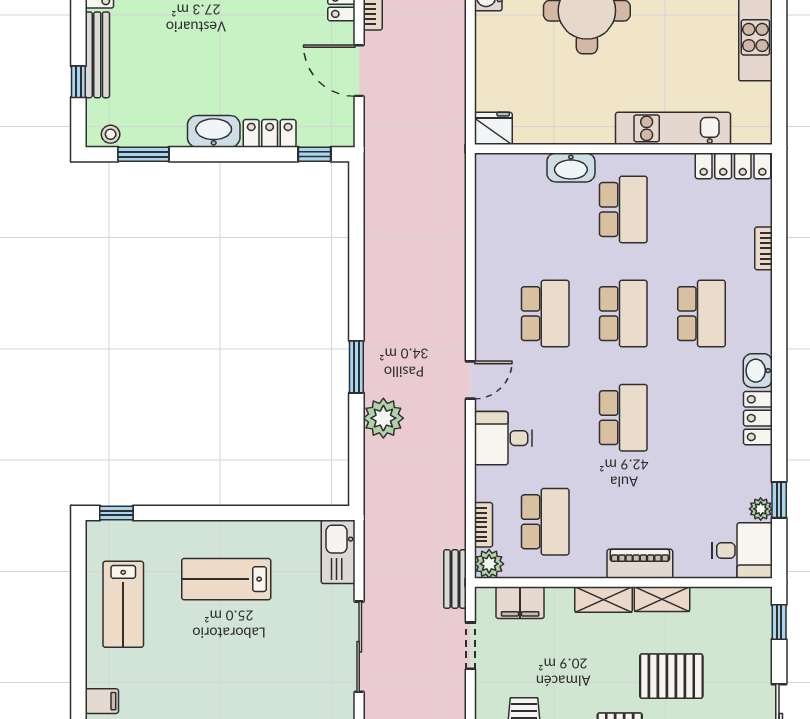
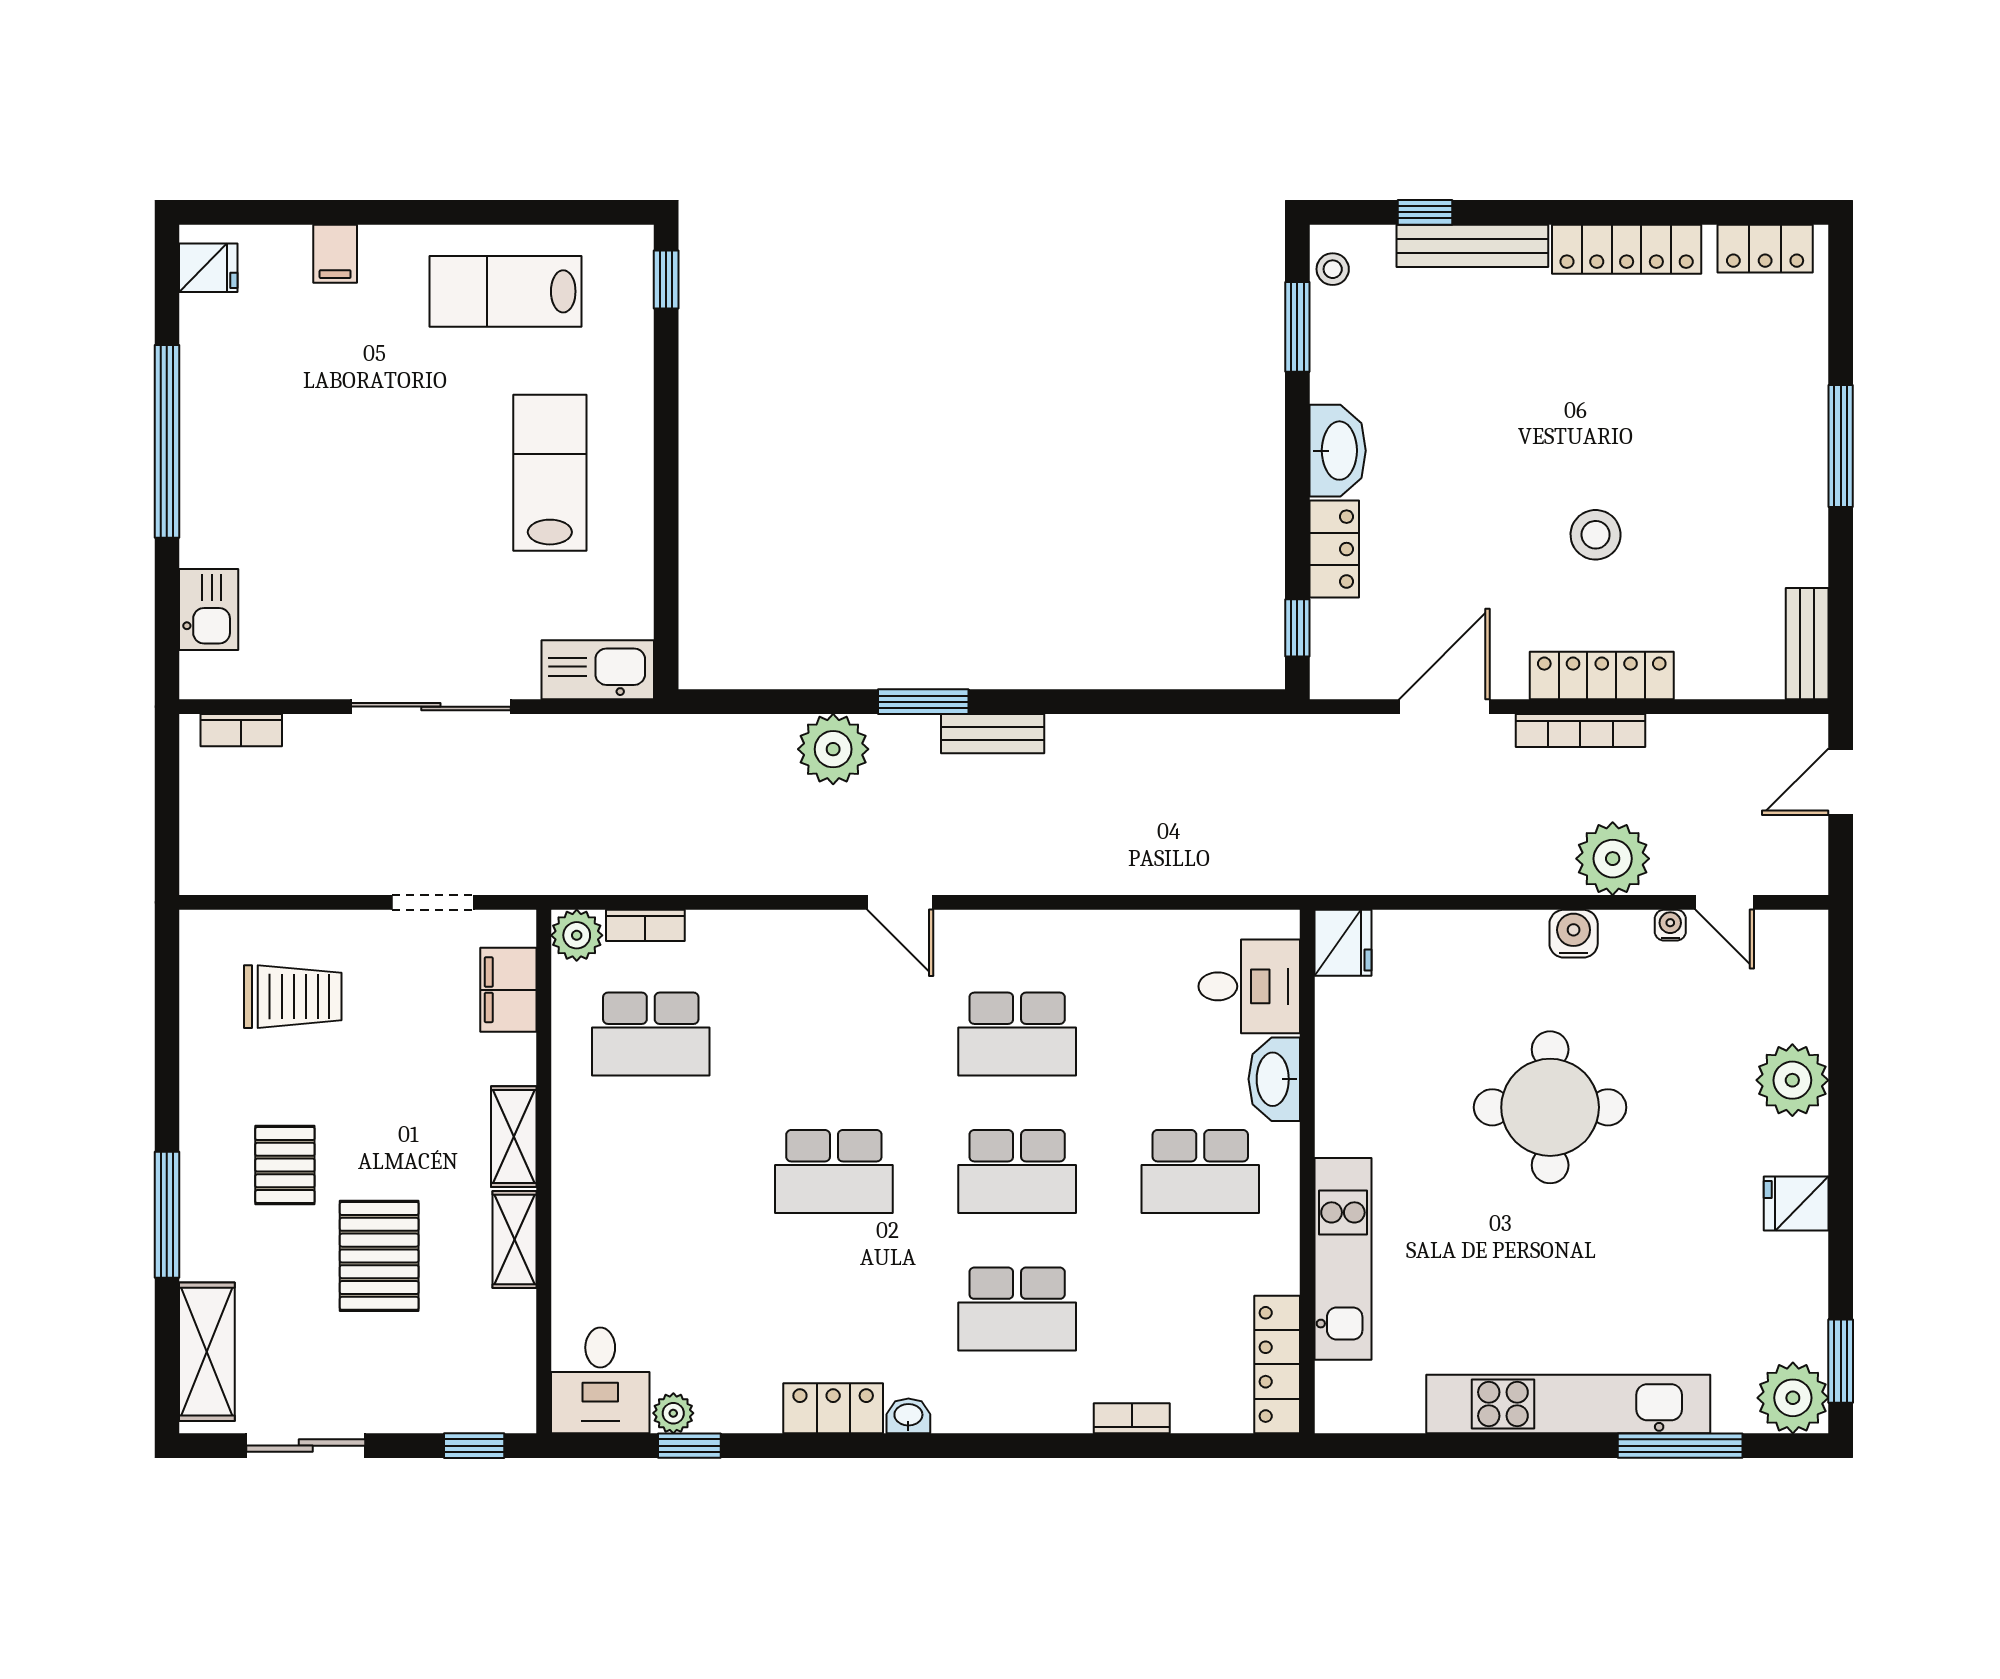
washbasin: (758, 371) -> (908, 1416), width x0.72, depth x0.69
desk: (503, 438) -> (1249, 986), moved, turned 90
piano: (640, 564) -> (577, 1201), removed
bench: (455, 579) -> (993, 734), moved

